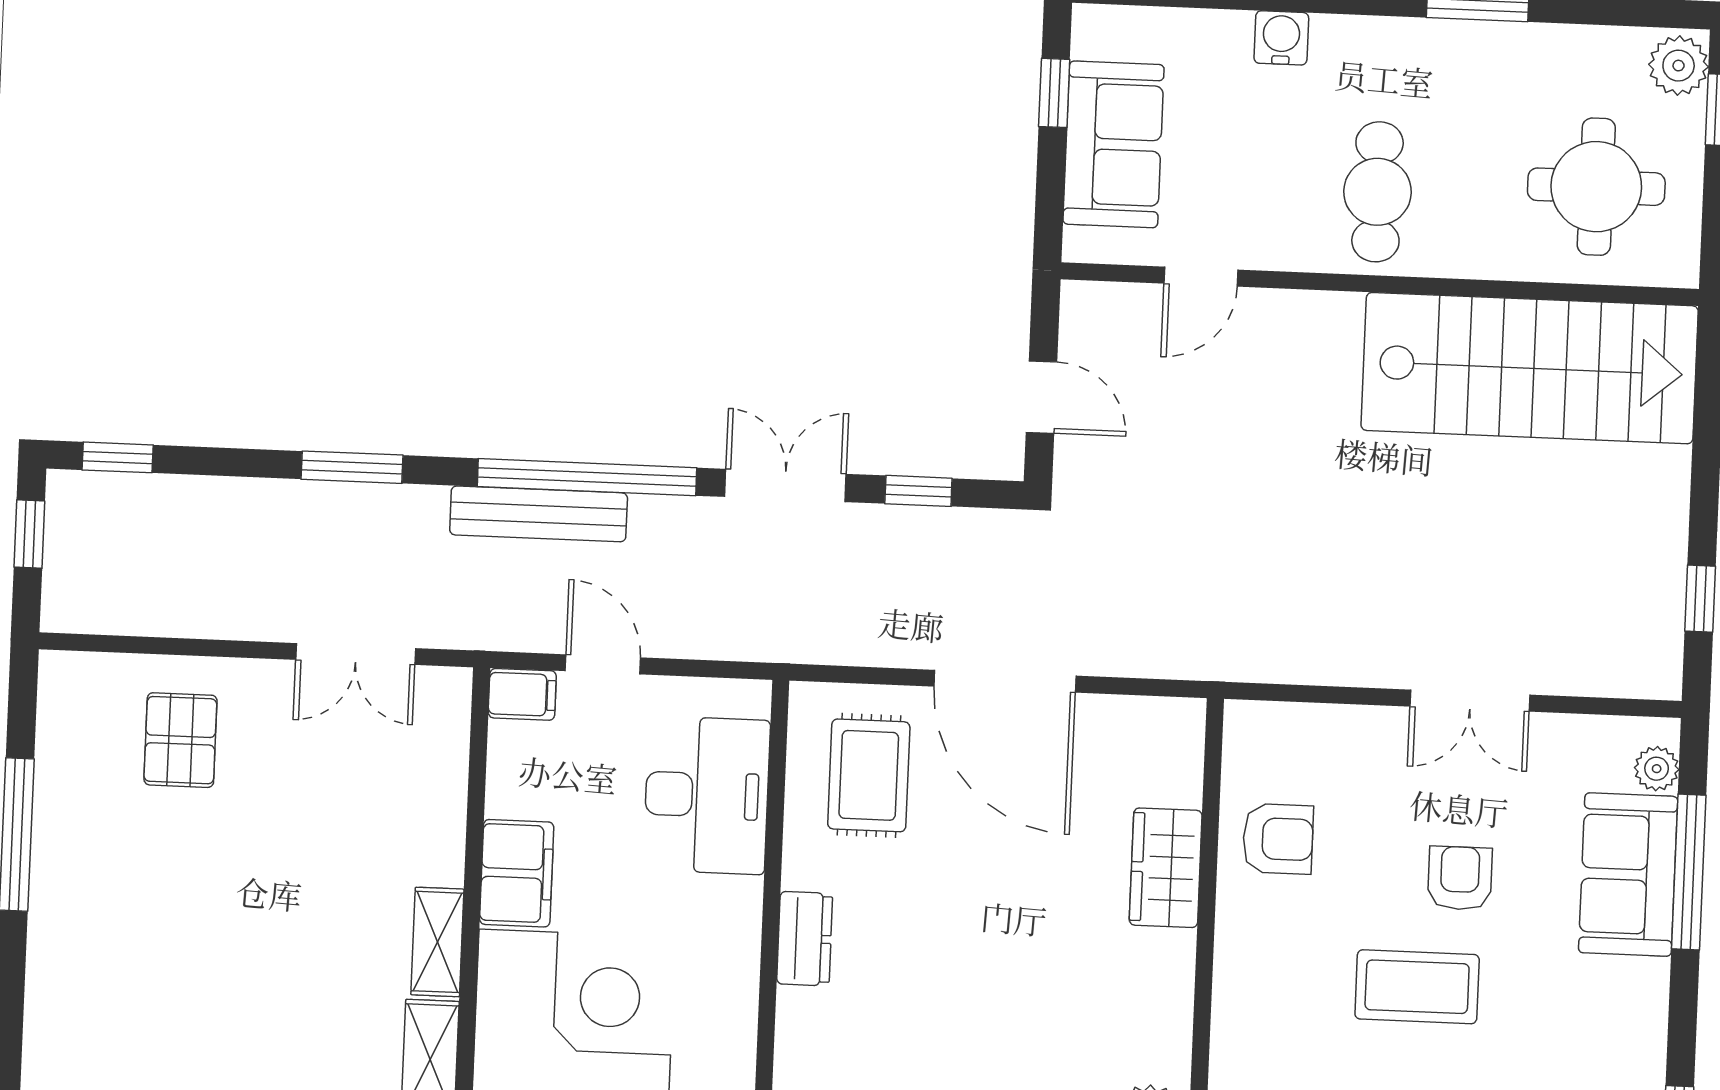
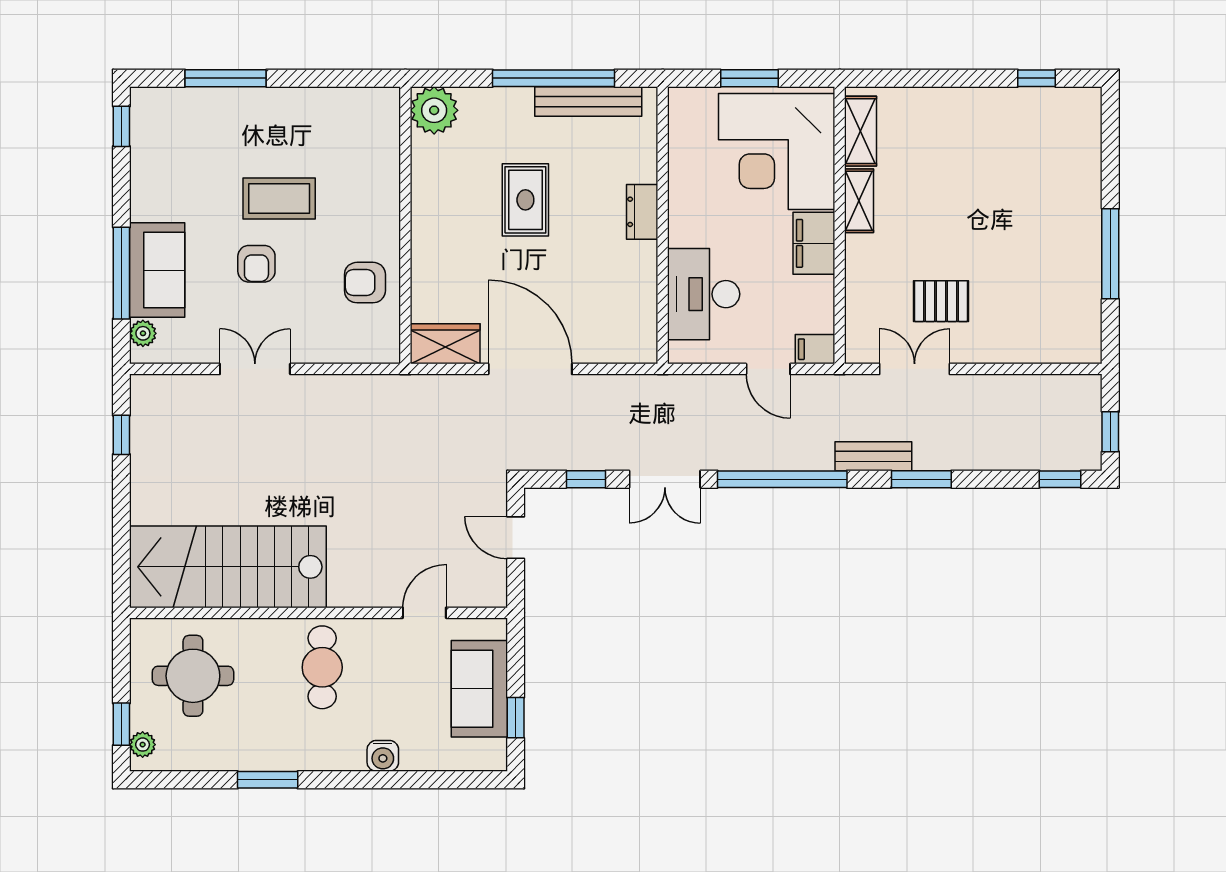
plant: (1679, 66) -> (143, 745), width x0.73, depth x0.73
bench: (539, 514) -> (873, 456), moved, width x0.73
pallet: (180, 740) -> (941, 301), moved, turned 90
rug: (869, 775) -> (525, 200), moved
wardrobe: (1166, 868) -> (445, 344), moved, turned -90

